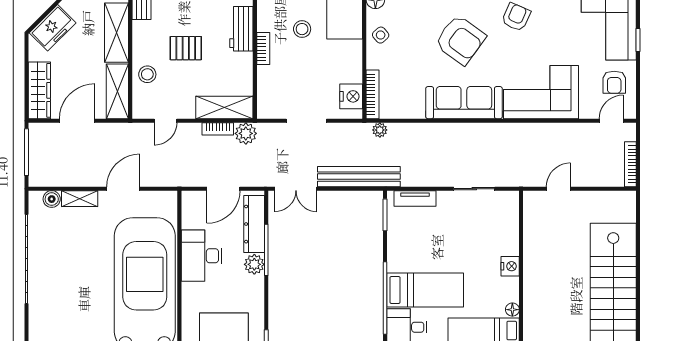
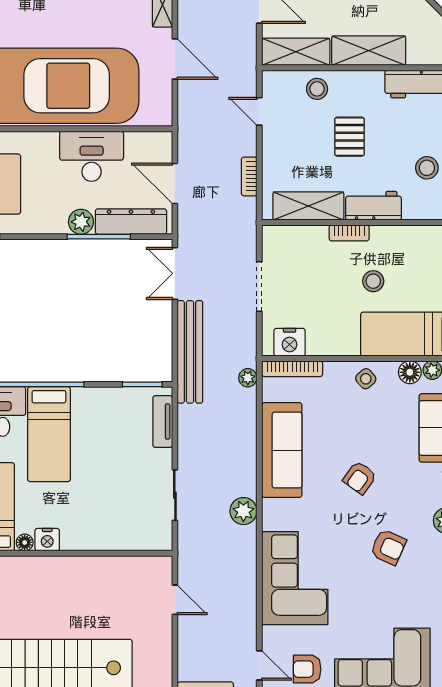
armchair: (460, 40) -> (360, 478), width x0.53, depth x0.53
sofa: (464, 103) -> (282, 450), moved
shelving: (224, 107) -> (308, 206), moved, turned 90
plant: (246, 133) -> (243, 511), moved
nightstand: (510, 266) -> (47, 540), moved

